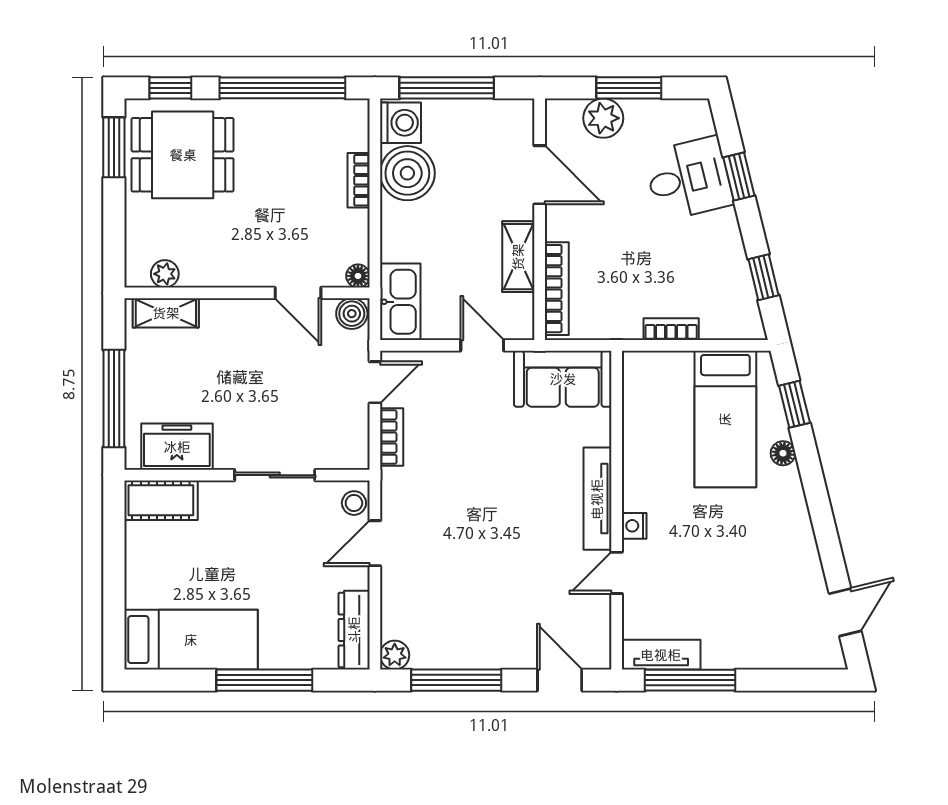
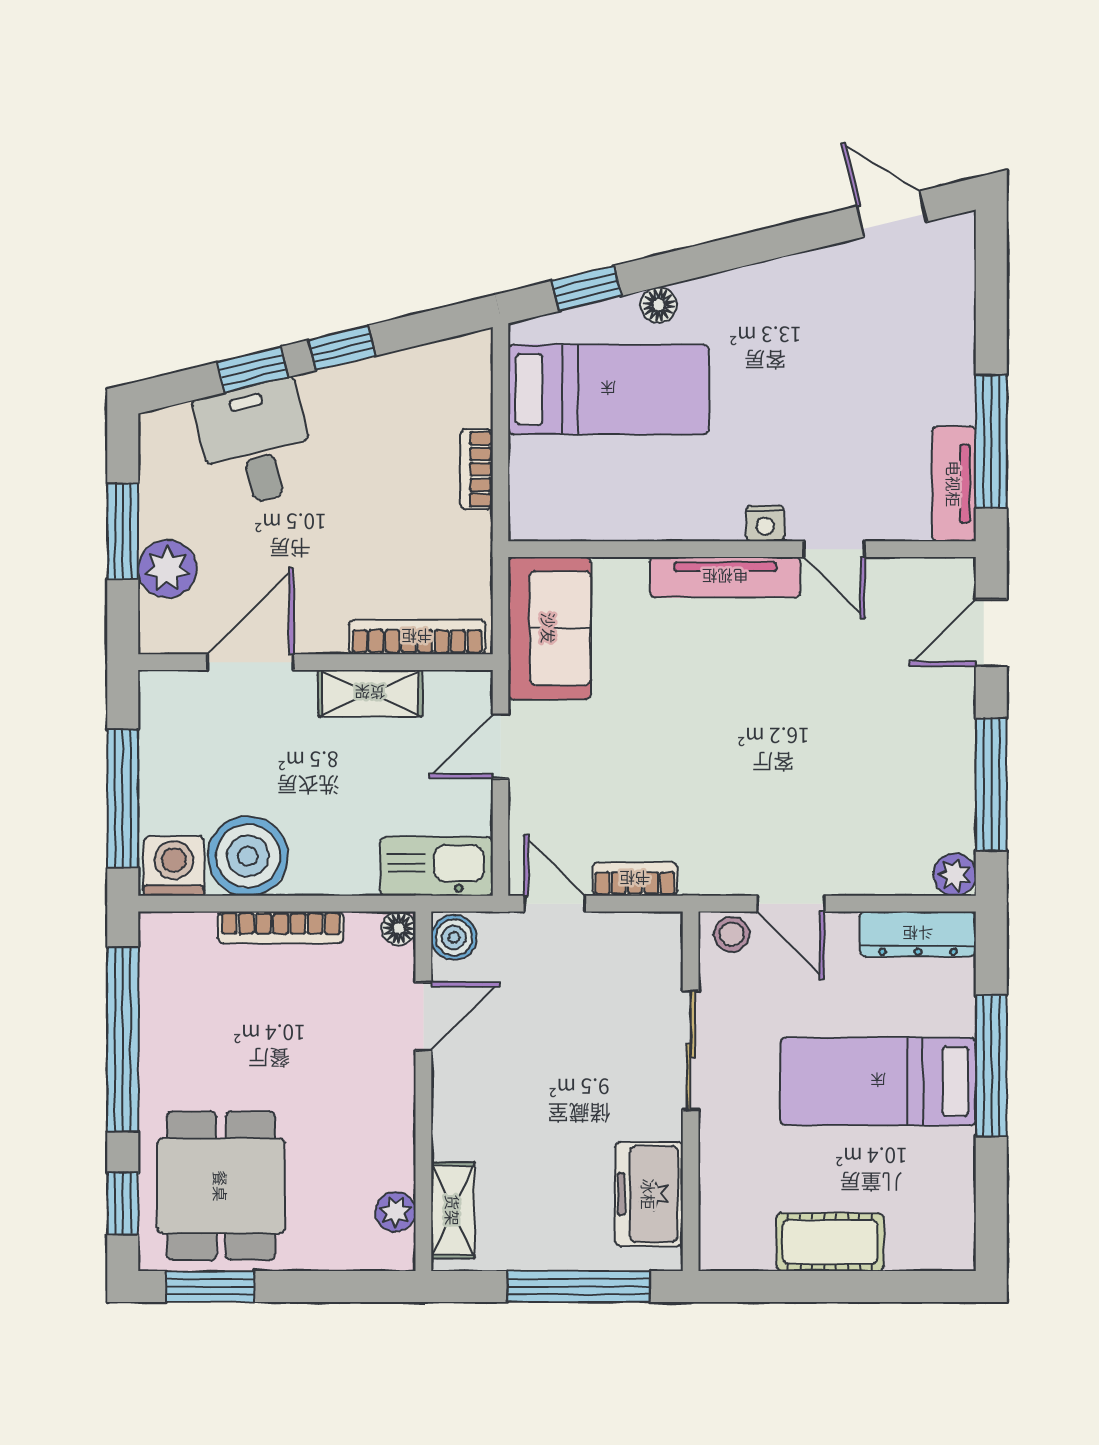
bookcase: (359, 180) -> (281, 927), width x1.56
window: (764, 277) -> (342, 348), moved
cot: (161, 500) -> (830, 1242), moved, turned 90
bed: (191, 640) -> (878, 1081), moved, turned -90

